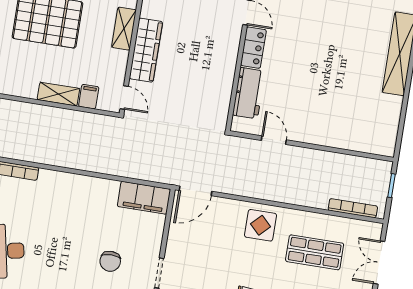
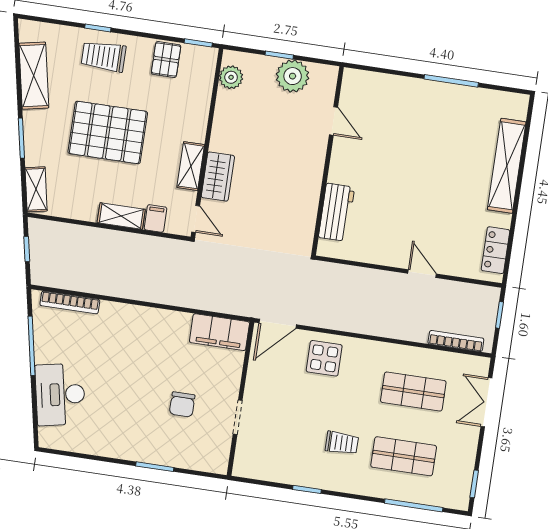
shelving: (124, 29) -> (191, 166), moved
locker: (253, 48) -> (495, 250), moved, turned 180
wardrobe: (146, 50) -> (218, 177), width x0.67
door: (274, 140) -> (422, 274), moved
display table: (261, 225) -> (324, 358), moved

